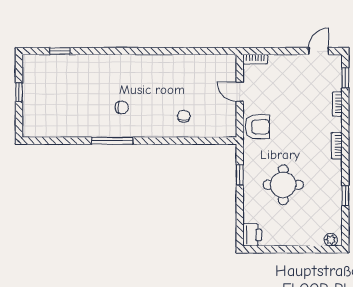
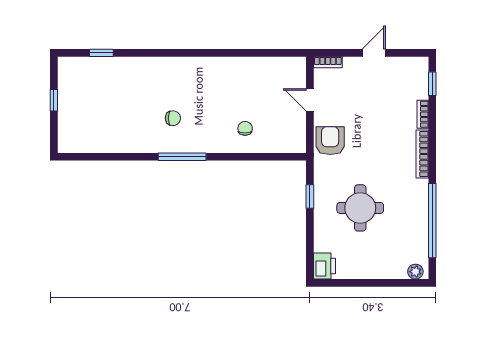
door: (319, 51) -> (374, 53), moved
armchair: (257, 127) -> (330, 141), turned -90
window: (112, 141) -> (182, 157), moved
bookcase: (337, 146) -> (422, 154), width x1.56
window: (345, 196) -> (432, 221), width x3.17

